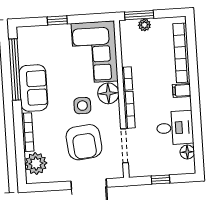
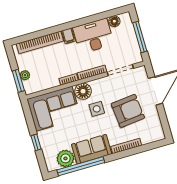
desk: (175, 128) -> (93, 36), width x1.37
armchair: (84, 142) -> (128, 111), moved
plant: (36, 164) -> (65, 158), moved
window: (160, 180) -> (140, 37), width x2.17

